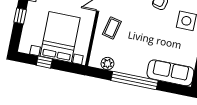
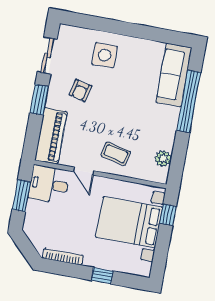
window: (44, 62) -> (168, 215), moved
window: (134, 80) -> (189, 101), moved

